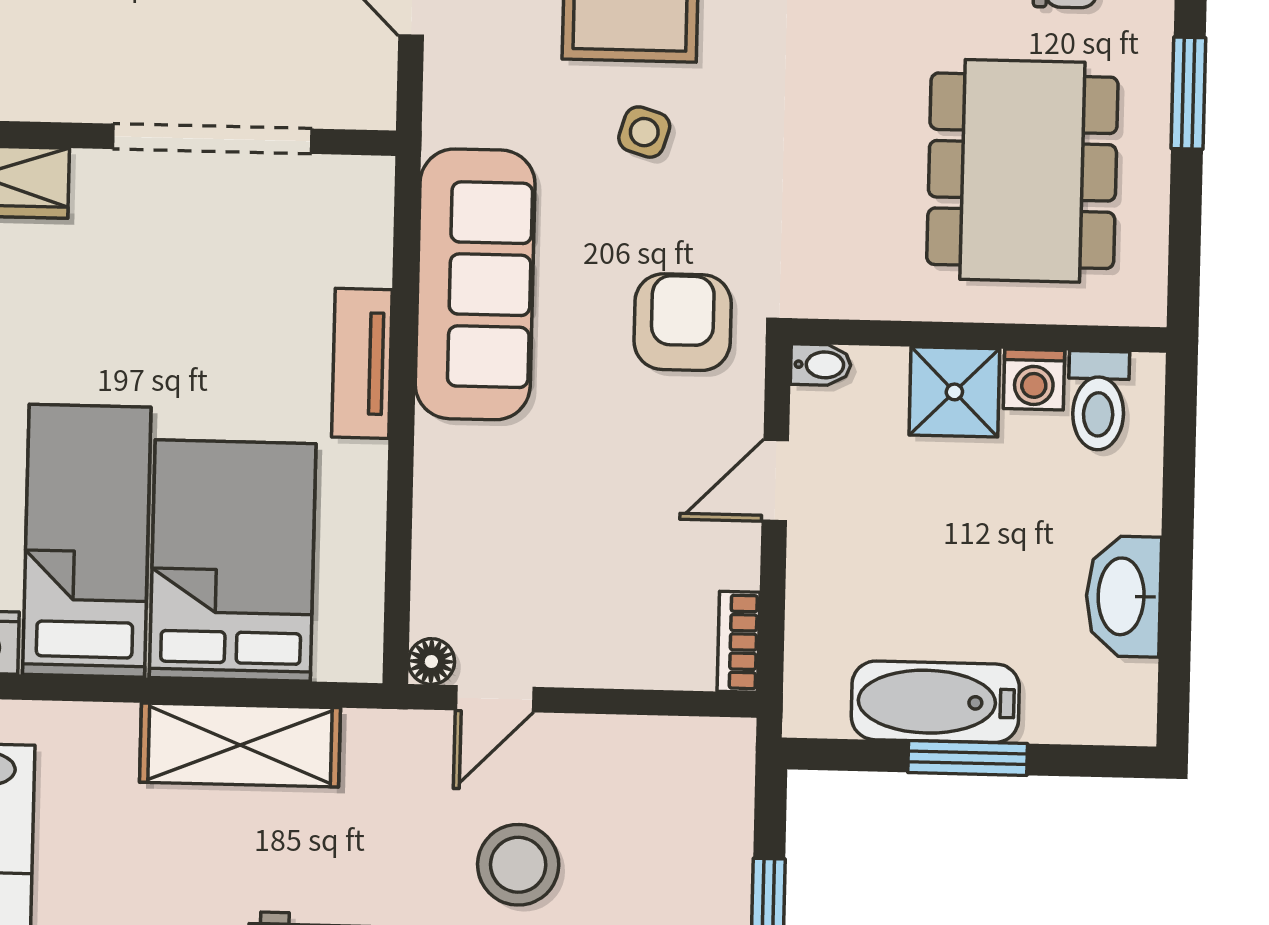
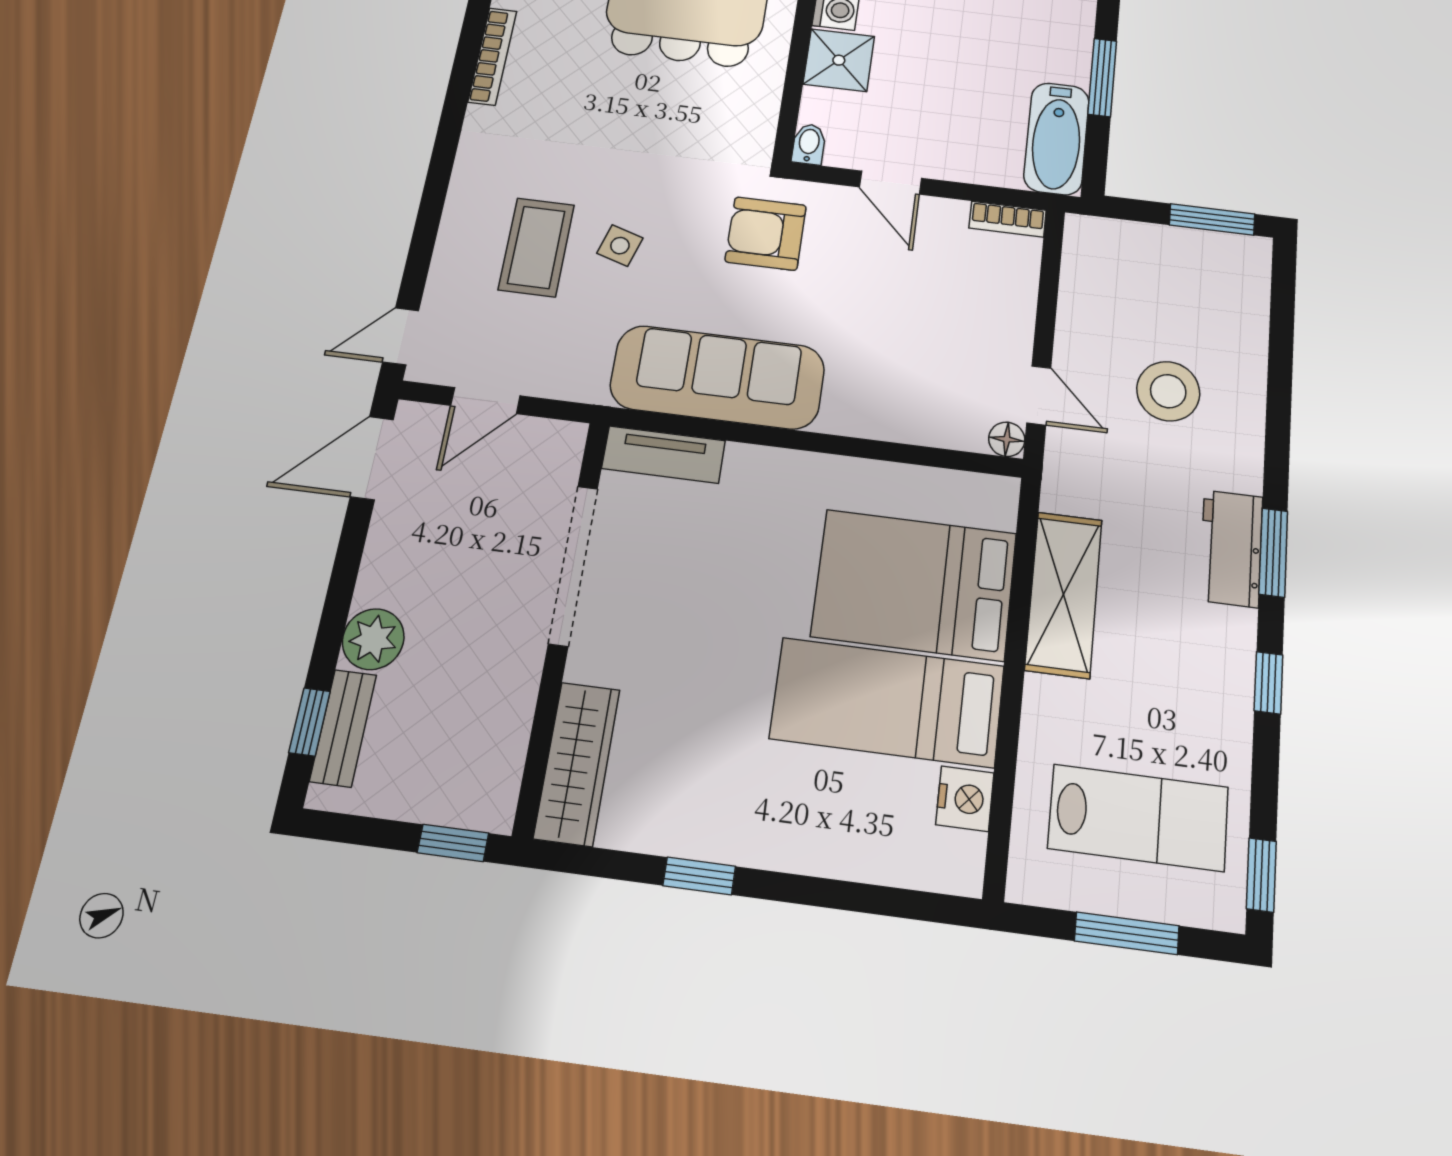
tv unit: (362, 363) -> (664, 455), moved
bathtub: (935, 702) -> (1057, 139), moved

